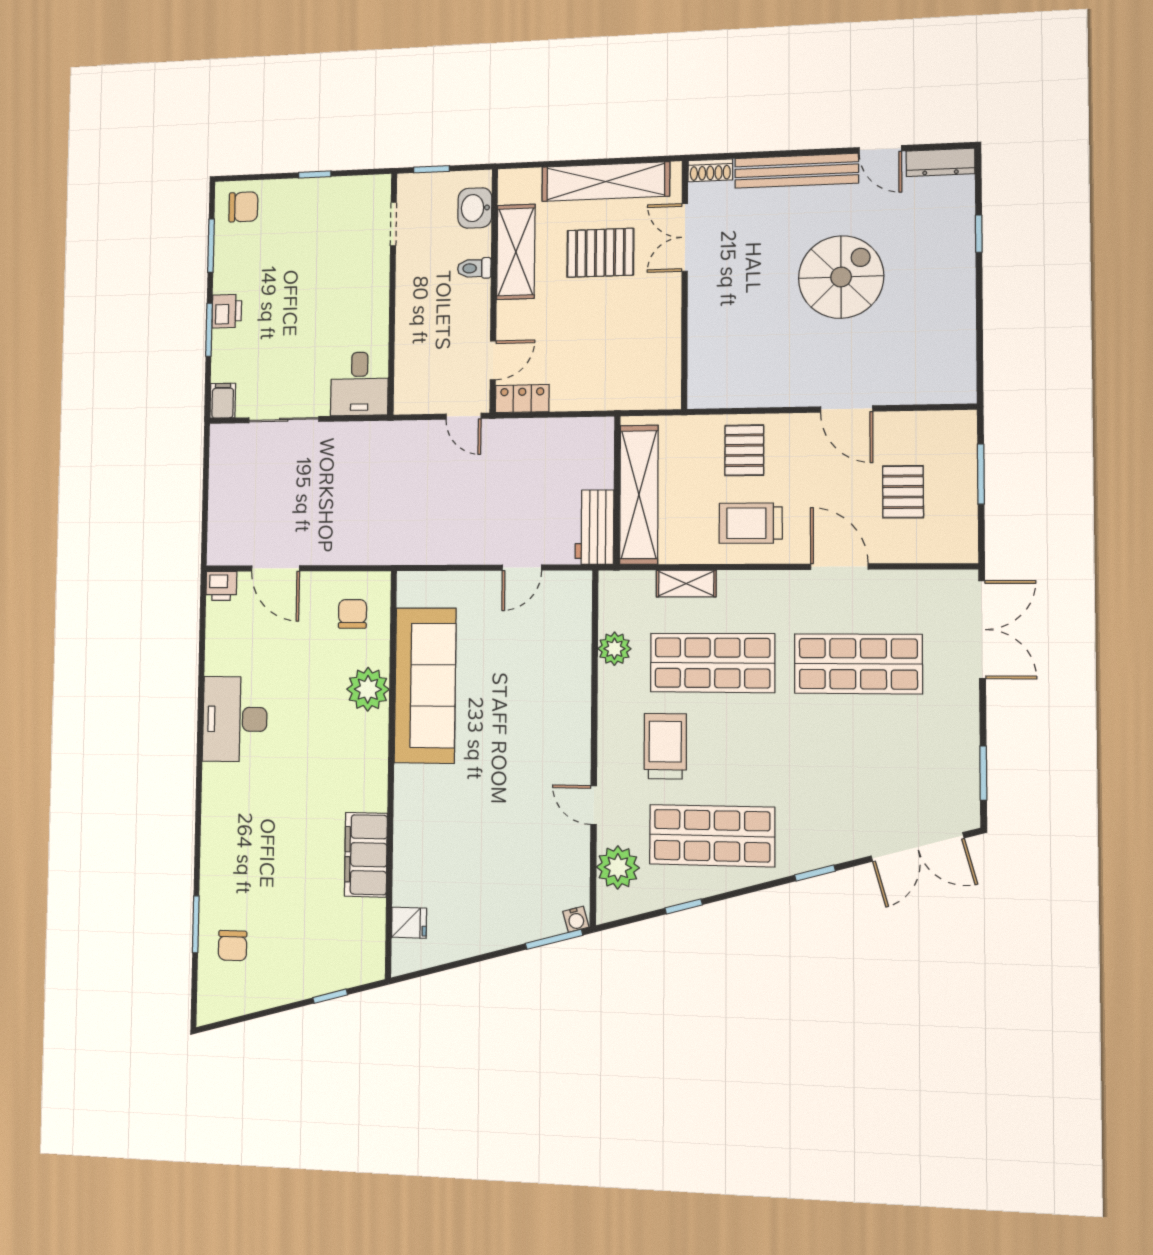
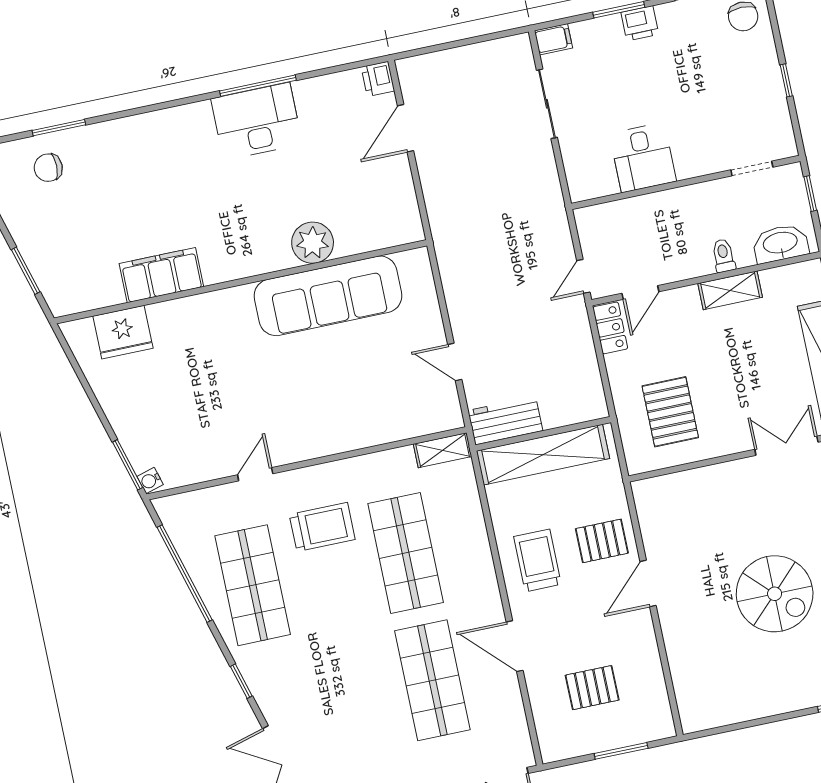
washbasin: (475, 208) -> (780, 244), width x1.38
shelving: (516, 252) -> (730, 290), width x0.67, depth x0.75
pallet: (600, 253) -> (670, 412), moved
door: (493, 360) -> (640, 293), hinge flipped
desk: (359, 384) -> (643, 158), moved, turned -90
door: (847, 409) -> (648, 583), moved
door: (839, 567) -> (515, 646), swing flipped
shelving: (686, 584) -> (443, 450), moved, turned 90
chair: (352, 614) -> (379, 212), removed
plant: (614, 649) -> (399, 463), removed
window: (201, 710) -> (258, 86), added
plant: (618, 867) -> (205, 508), removed
window: (684, 906) -> (185, 574), width x3.17
fridge: (409, 923) -> (123, 332), width x1.88, depth x1.34
window: (330, 996) -> (26, 271), width x1.50

